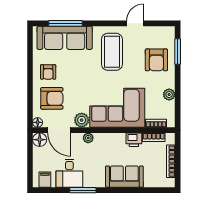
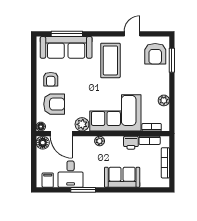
armchair: (156, 60) -> (155, 54), moved
plant: (88, 138) -> (100, 141), moved

